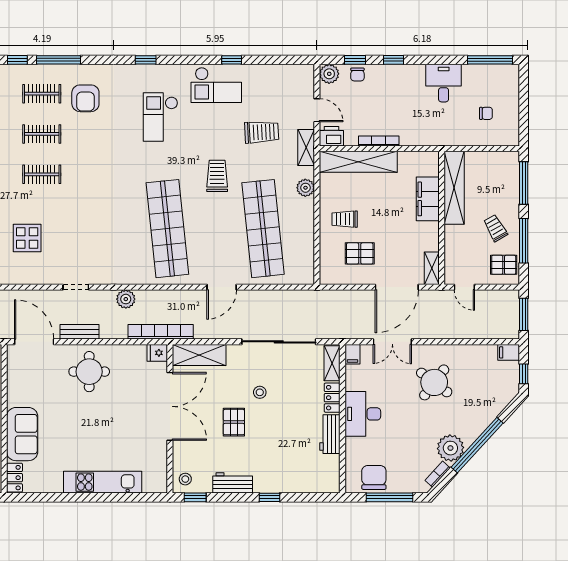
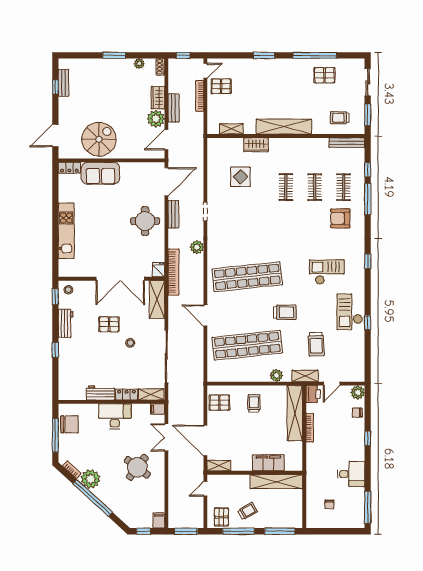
window: (355, 60) -> (368, 411), removed
pallet: (360, 253) -> (219, 403), moved, turned 90

